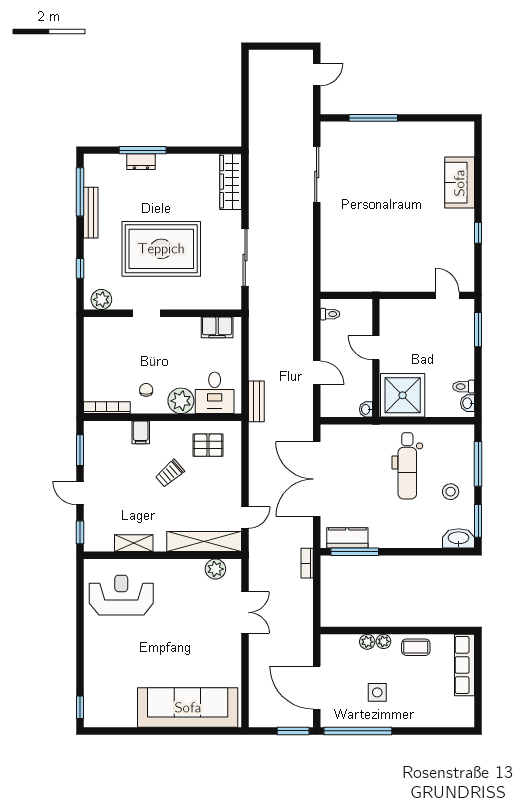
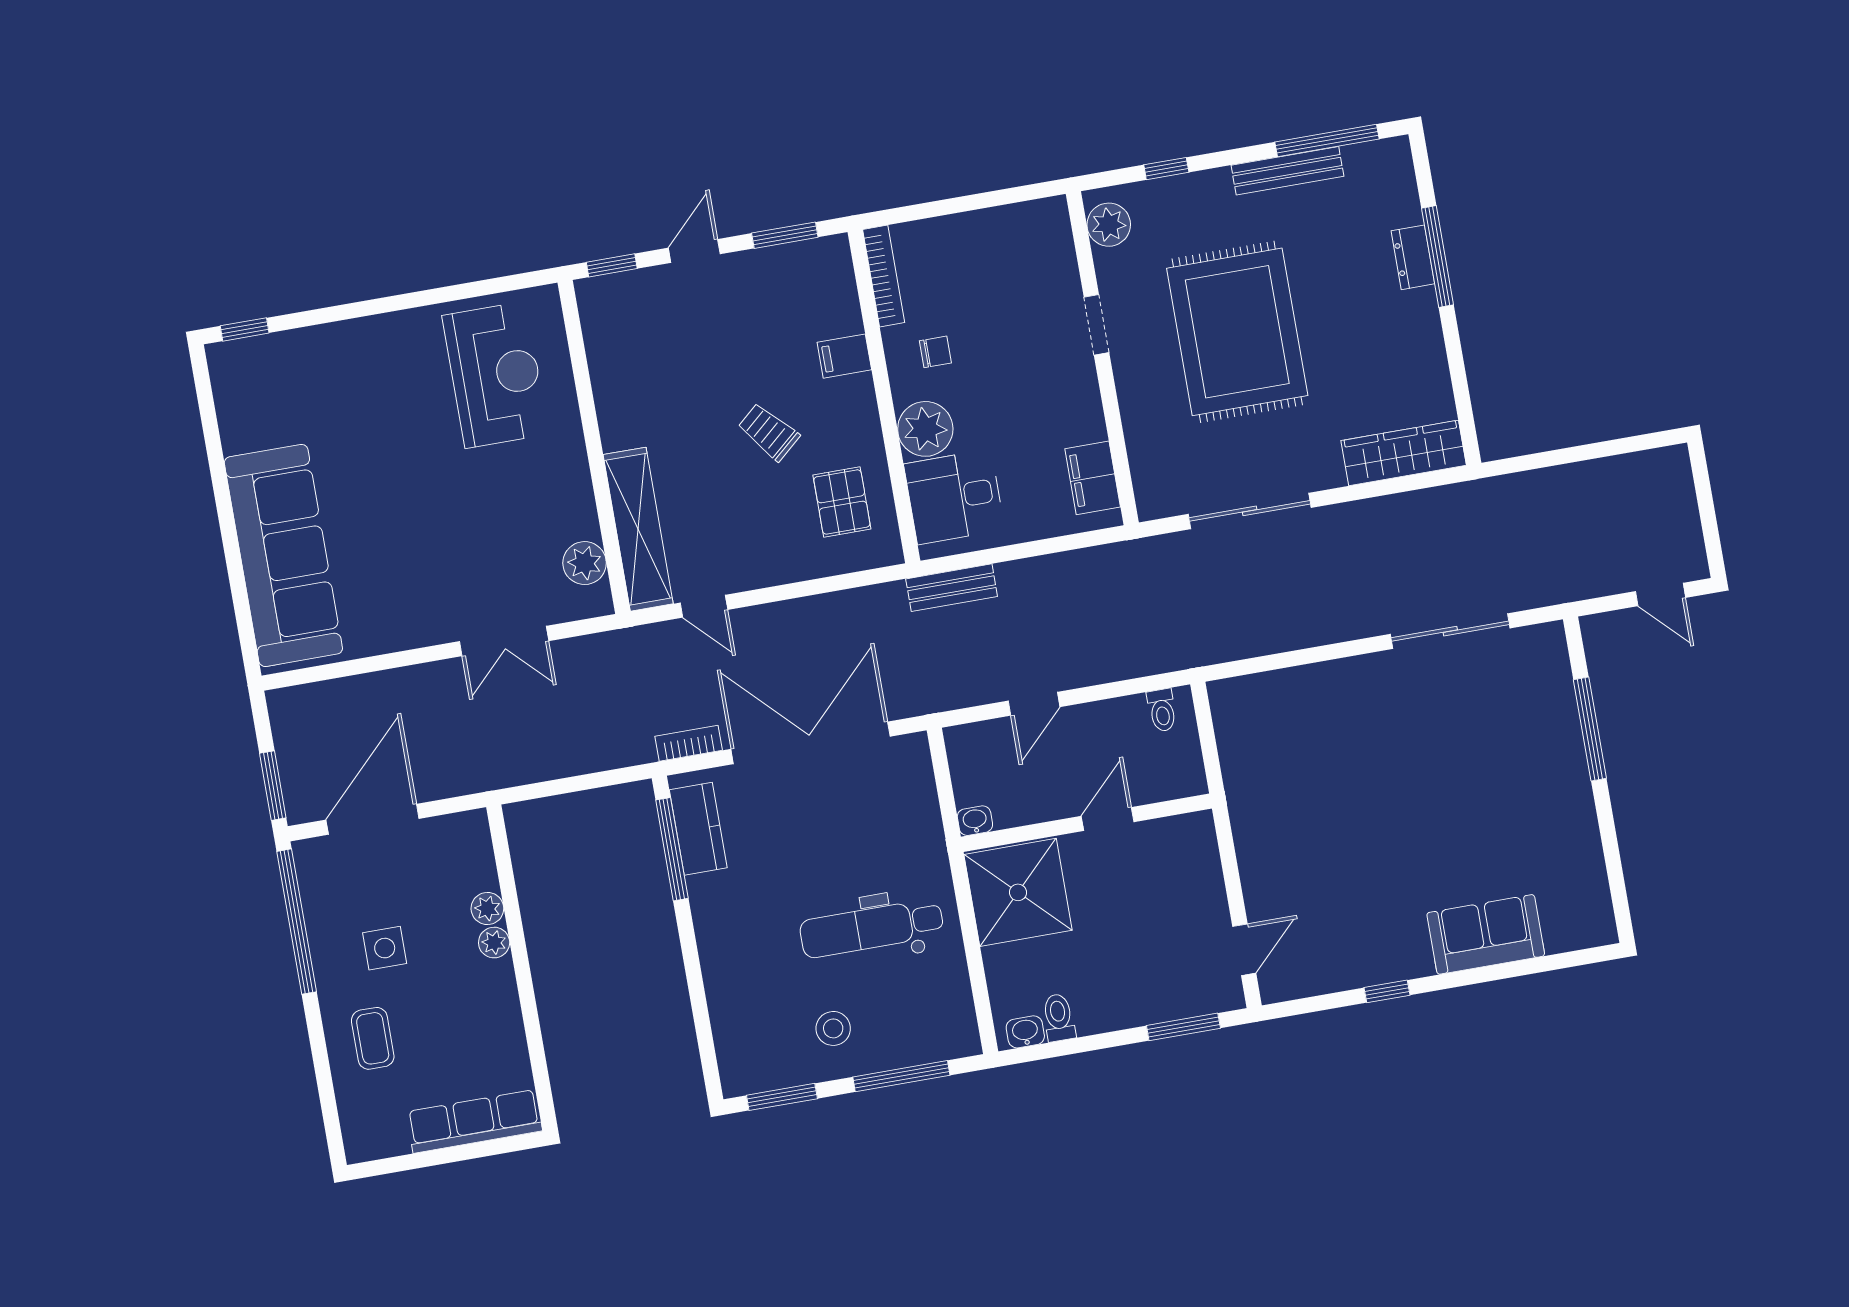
washbasin: (459, 538) -> (738, 1062), removed
shelving: (134, 543) -> (609, 382), removed
bookcase: (307, 563) -> (689, 743), moved
coffee table: (416, 647) -> (373, 1038), moved

